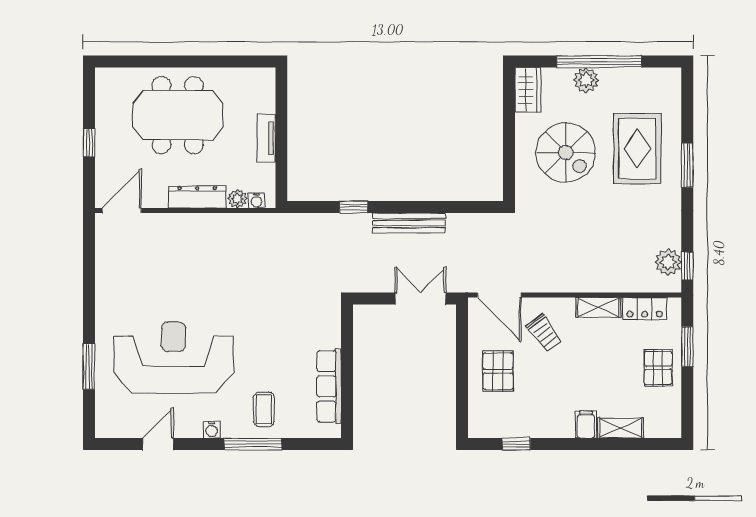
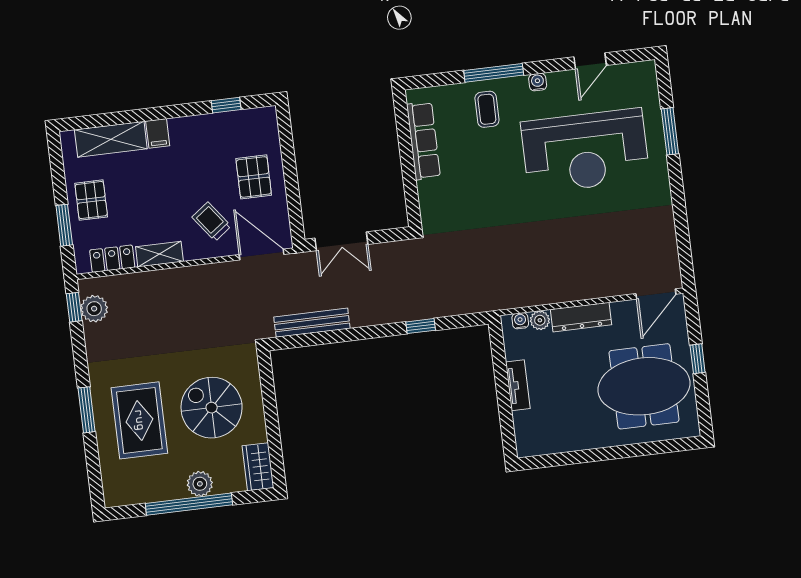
meeting table: (178, 115) -> (644, 386), moved
bench: (409, 223) -> (312, 323), moved
shelving: (621, 428) -> (111, 139), width x1.50, depth x1.33

